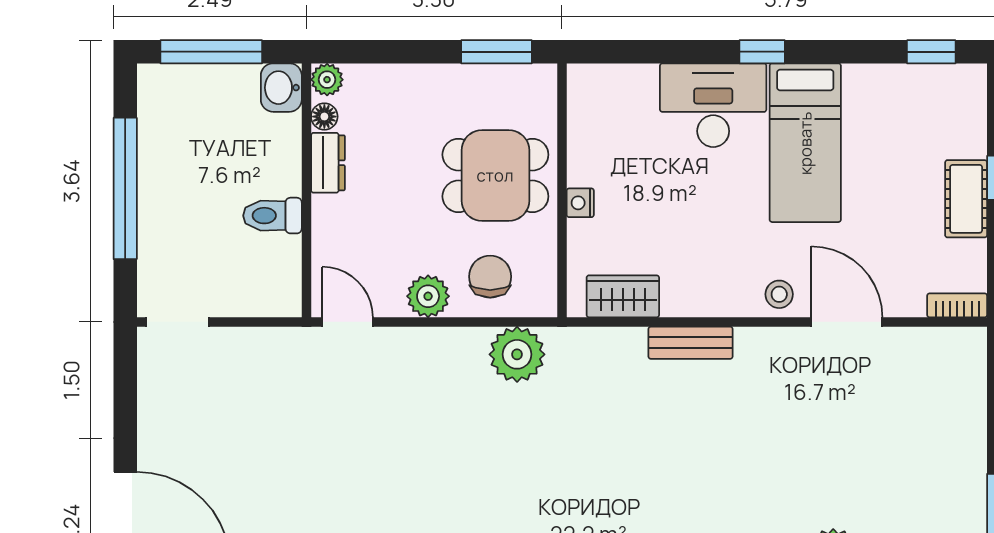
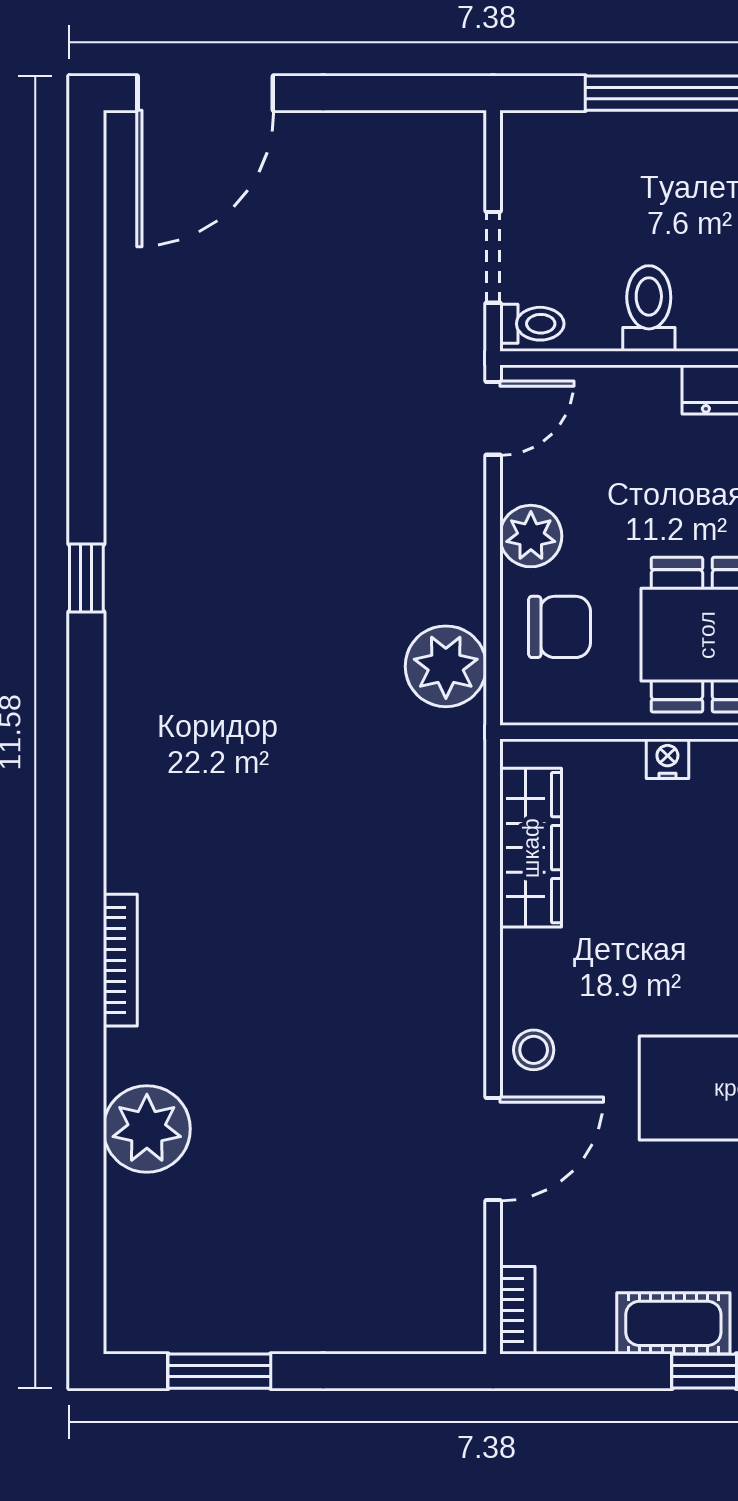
toilet: (283, 295) -> (532, 324), added
wardrobe: (623, 296) -> (531, 848), width x1.50
doorway: (178, 322) -> (493, 257), moved
bench: (691, 343) -> (463, 920), removed

